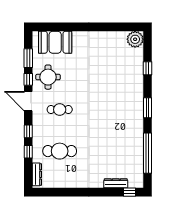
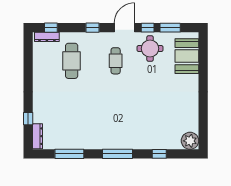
window: (147, 108) -> (118, 154), width x1.44
window: (28, 152) -> (51, 28), moved
window: (147, 153) -> (69, 154), width x0.68
dresser: (116, 183) -> (37, 136), moved
window: (129, 192) -> (28, 119), moved

